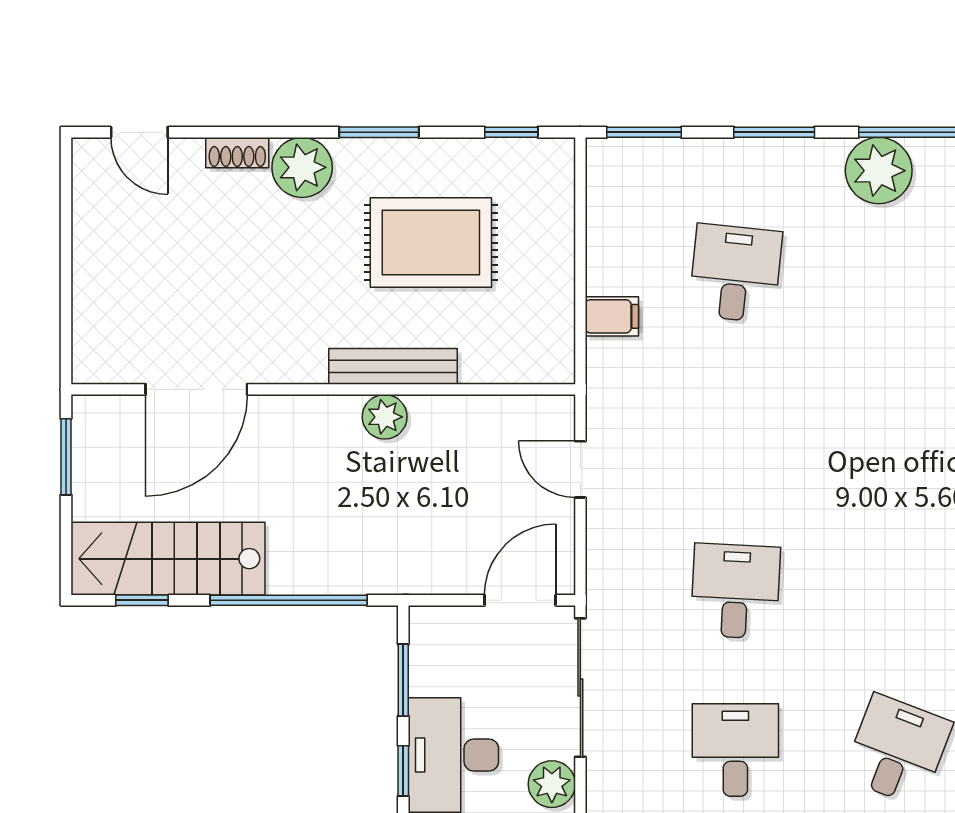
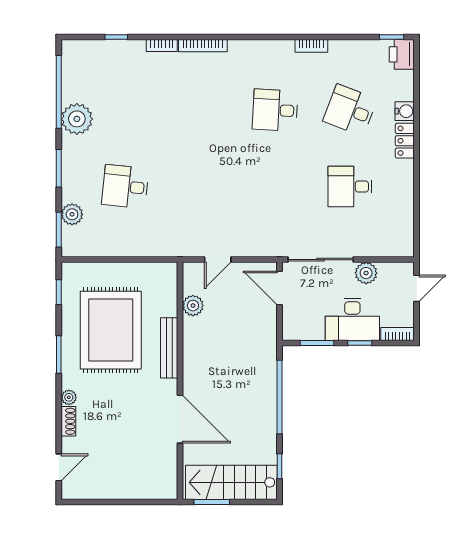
plant: (676, 160) -> (72, 214), added
plant: (302, 167) -> (69, 397), width x0.53, depth x0.53
rug: (431, 243) -> (111, 330), width x1.37, depth x1.44
filing cabinet: (612, 316) -> (146, 245), removed
door: (196, 389) -> (180, 419), moved
plant: (385, 417) -> (193, 306), moved
stairs: (168, 559) -> (231, 482), moved, turned 90
desk: (735, 591) -> (275, 110), moved

